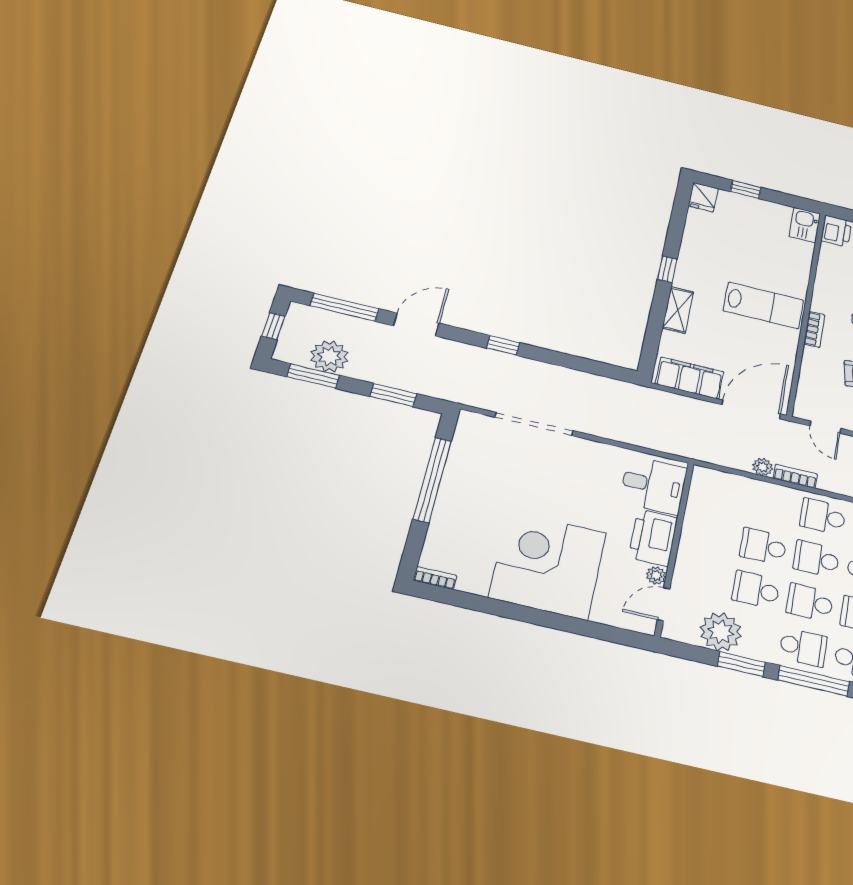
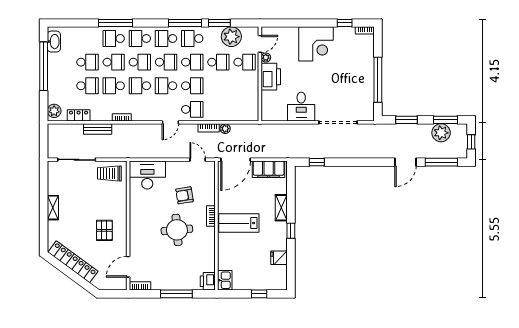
fridge: (703, 197) -> (279, 258), moved, turned -90
window: (503, 345) -> (317, 162), moved
desk: (653, 485) -> (301, 107), moved, turned -90
school desk: (763, 546) -> (245, 62), moved
corner desk: (548, 565) -> (316, 44), width x0.74, depth x0.74
window: (475, 602) -> (345, 23), added

